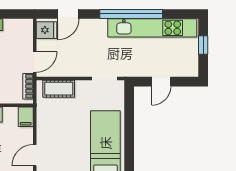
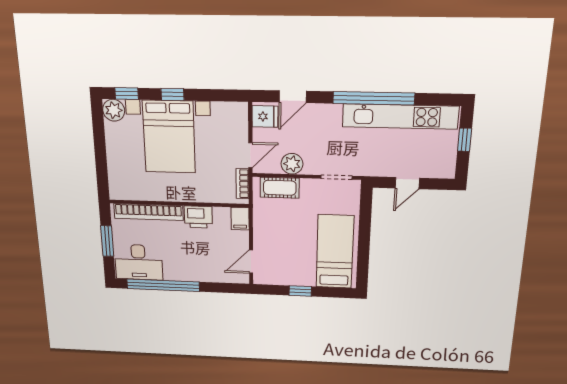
plant: (68, 68) -> (292, 164), added

